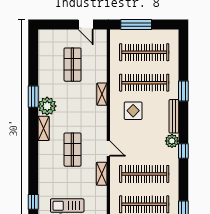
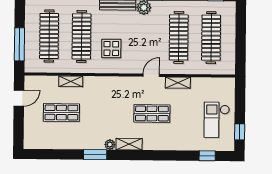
shelving: (102, 94) -> (71, 81), moved
plant: (47, 106) -> (110, 145), width x0.53, depth x0.53

